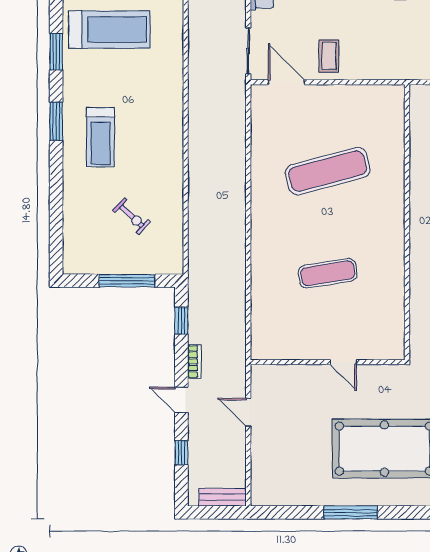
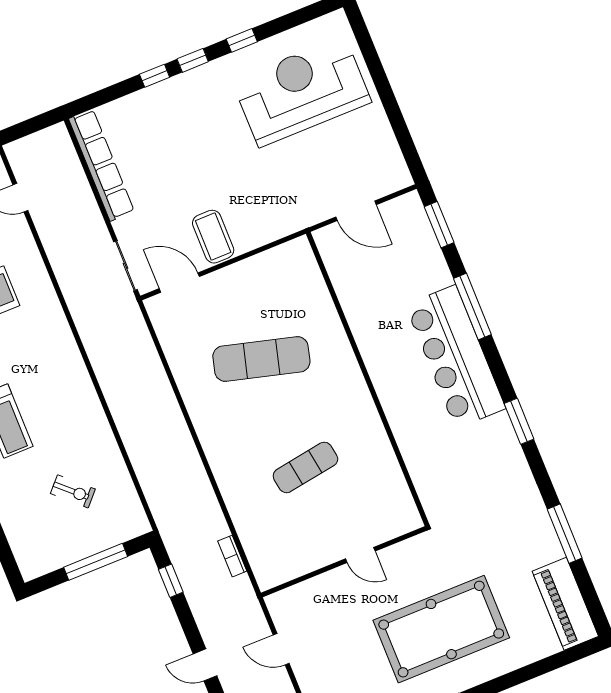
coffee table: (329, 56) -> (213, 237), width x1.36, depth x1.30
exercise mat: (328, 171) -> (261, 359), turned 30
bookcase: (195, 361) -> (232, 556), moved, turned 180

